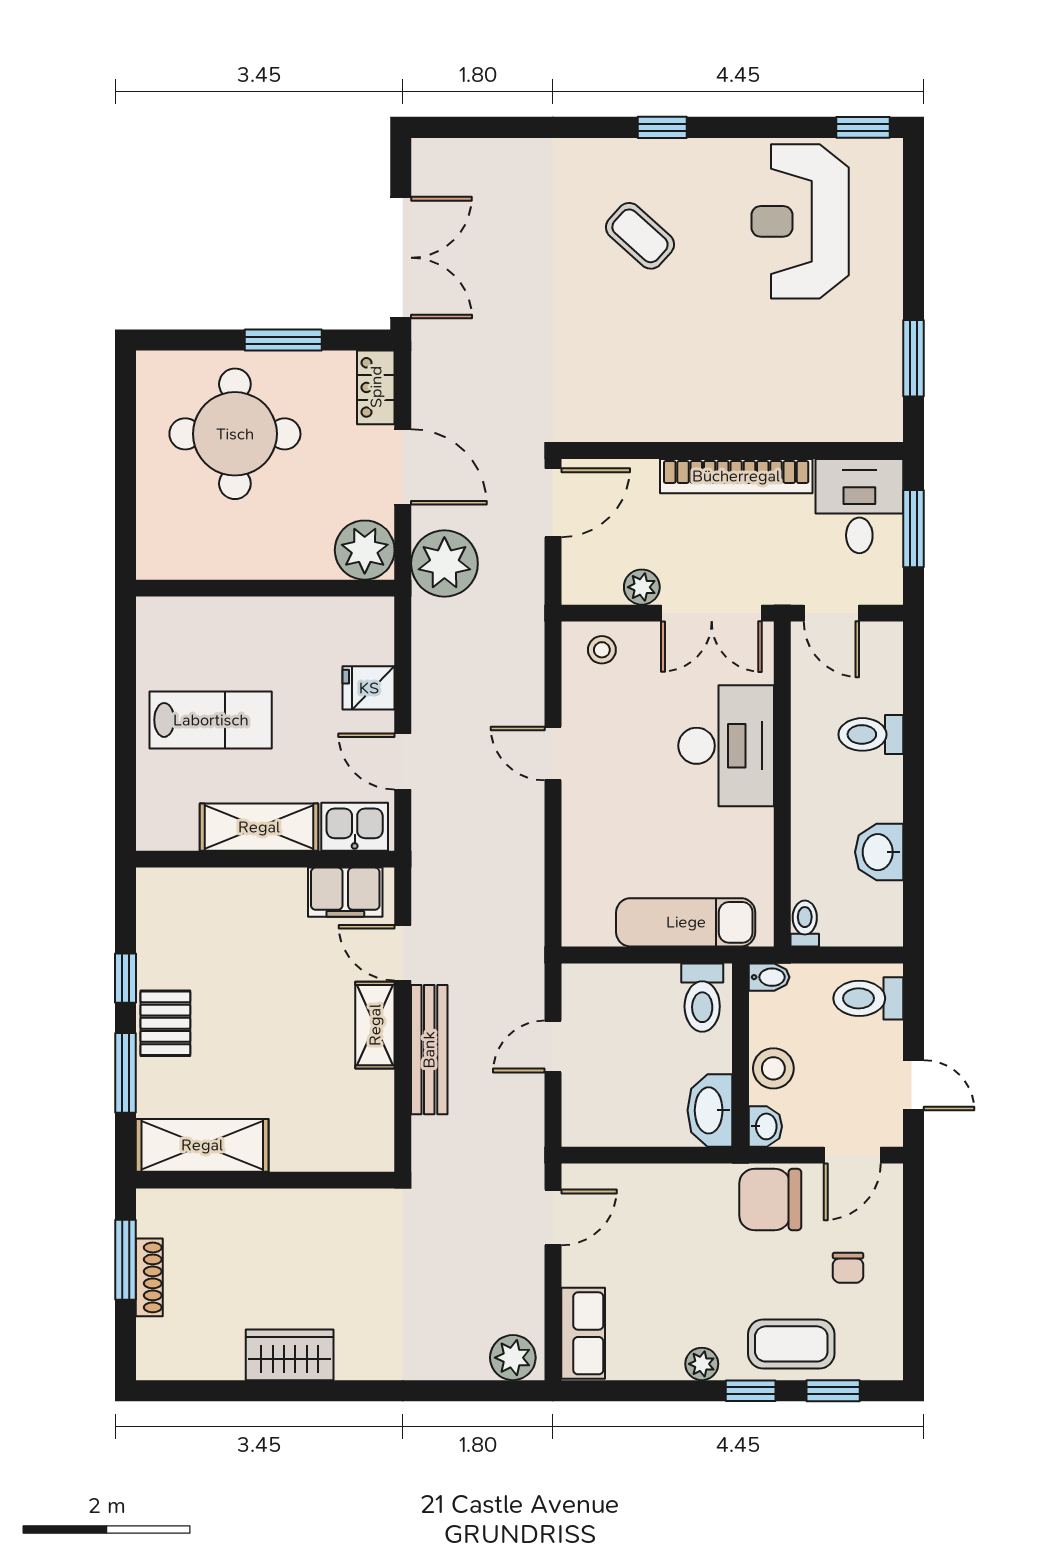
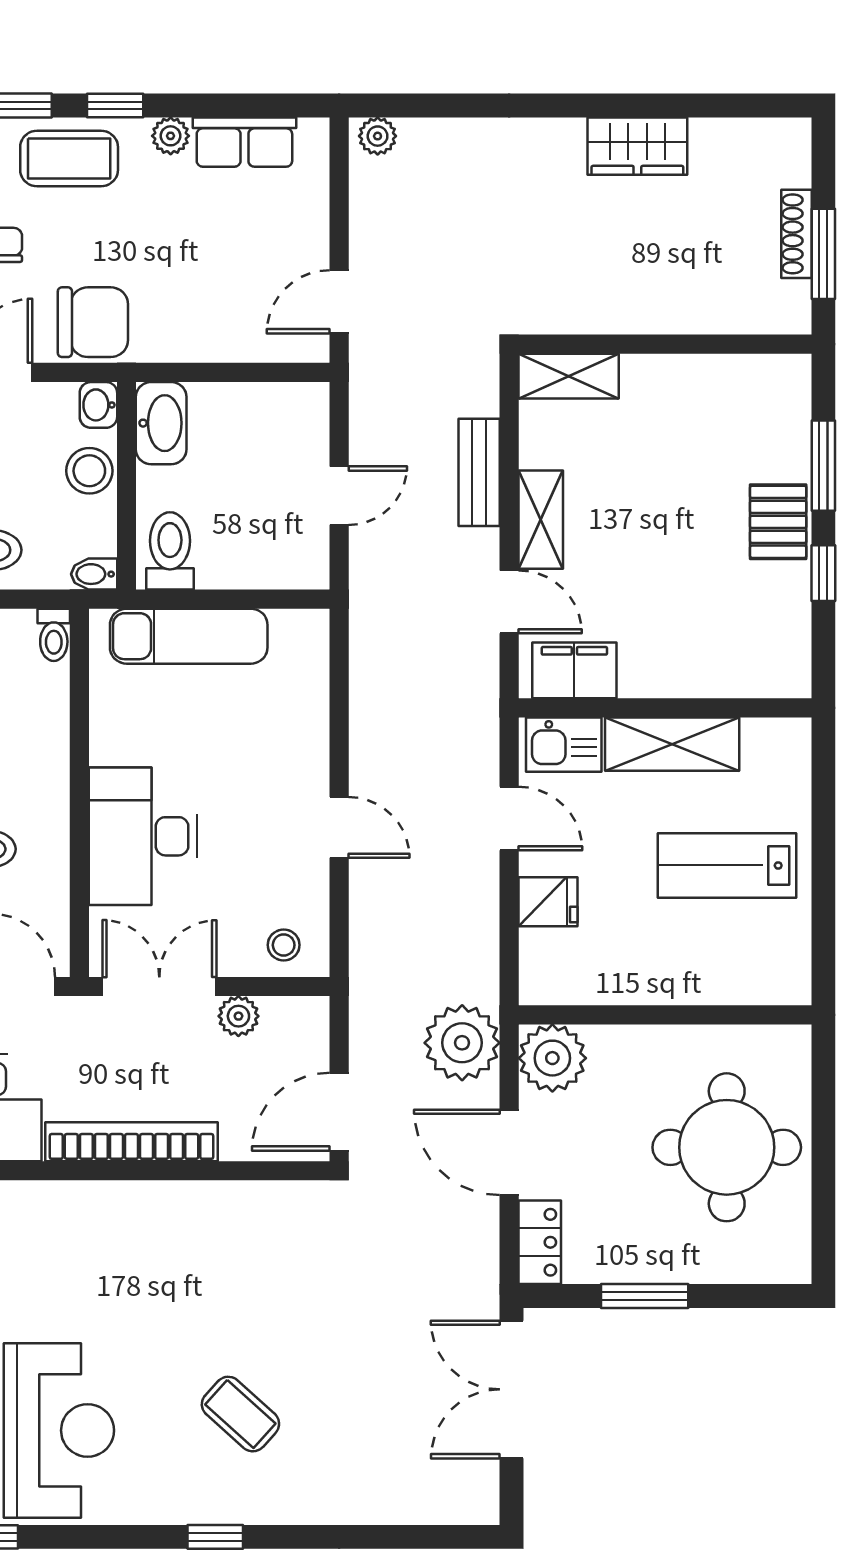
round table: (235, 434) -> (727, 1147), moved
bench: (429, 1050) -> (479, 472), width x0.73
shelving: (202, 1145) -> (569, 376), moved, width x0.67, depth x0.75
row of seats: (583, 1333) -> (244, 142), moved, turned -90
plant: (513, 1358) -> (378, 136), width x0.73, depth x0.73

